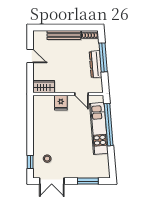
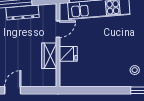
wardrobe: (44, 87) -> (49, 56), moved

